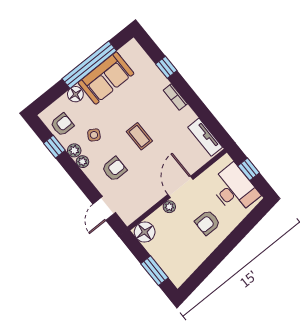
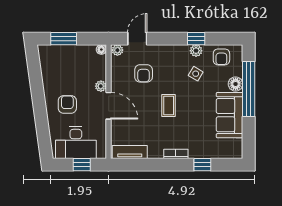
window: (89, 65) -> (249, 89), moved
coffee table: (139, 136) -> (169, 105), turned 90
window: (54, 147) -> (196, 39), moved
plant: (83, 162) -> (117, 50), moved
armchair: (114, 169) -> (144, 73), moved
door: (104, 208) -> (137, 39), hinge flipped
floor lamp: (145, 232) -> (101, 49), width x0.53, depth x0.53

